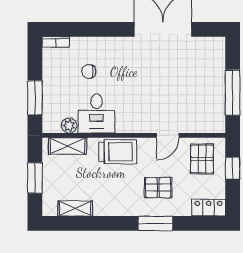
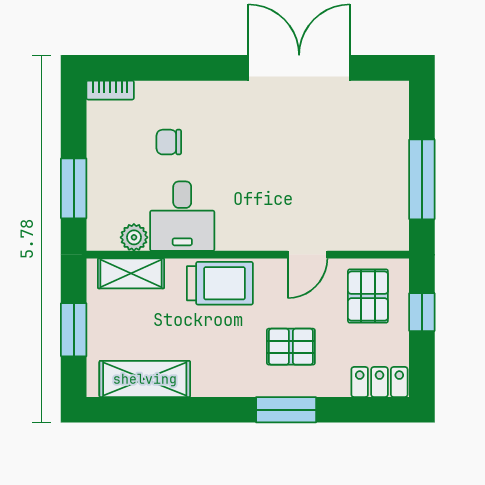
shelving: (75, 208) -> (145, 379), width x1.50, depth x1.33

